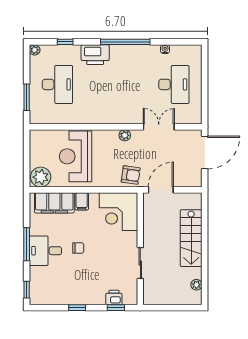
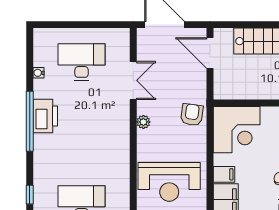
printer: (95, 55) -> (45, 116), moved
double door: (159, 127) -> (133, 80), swing flipped
door: (161, 190) -> (210, 53), moved

